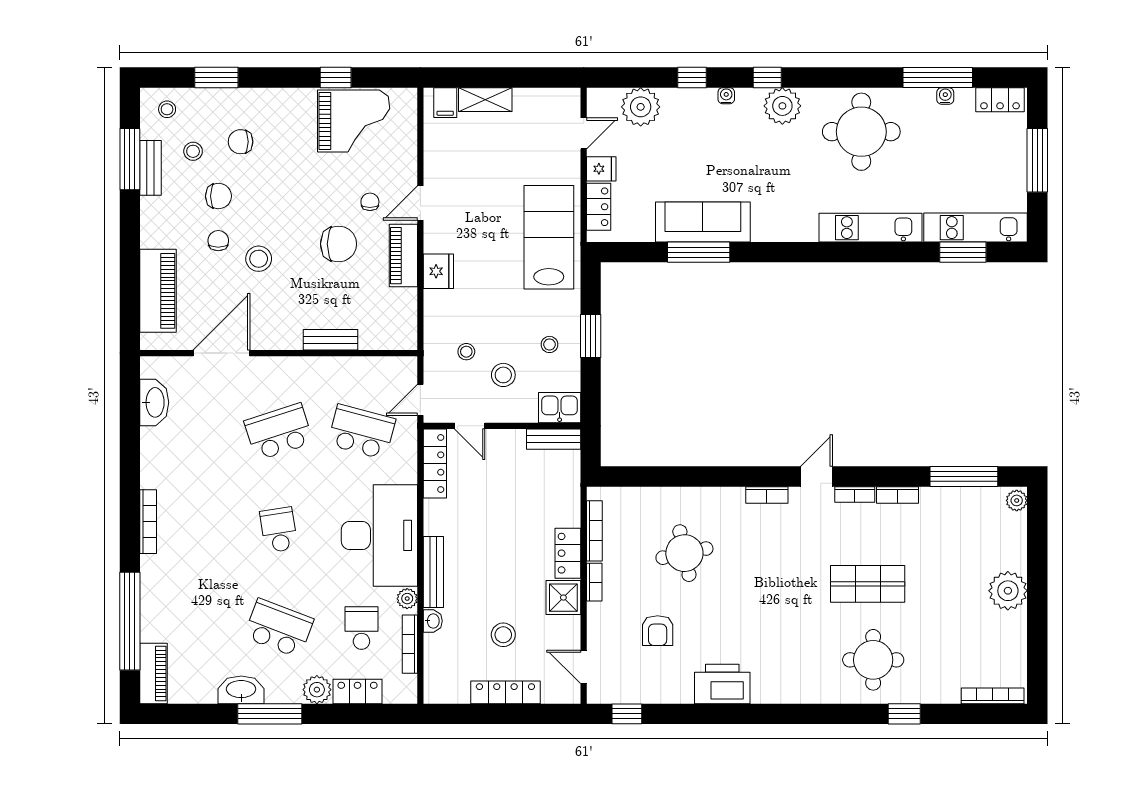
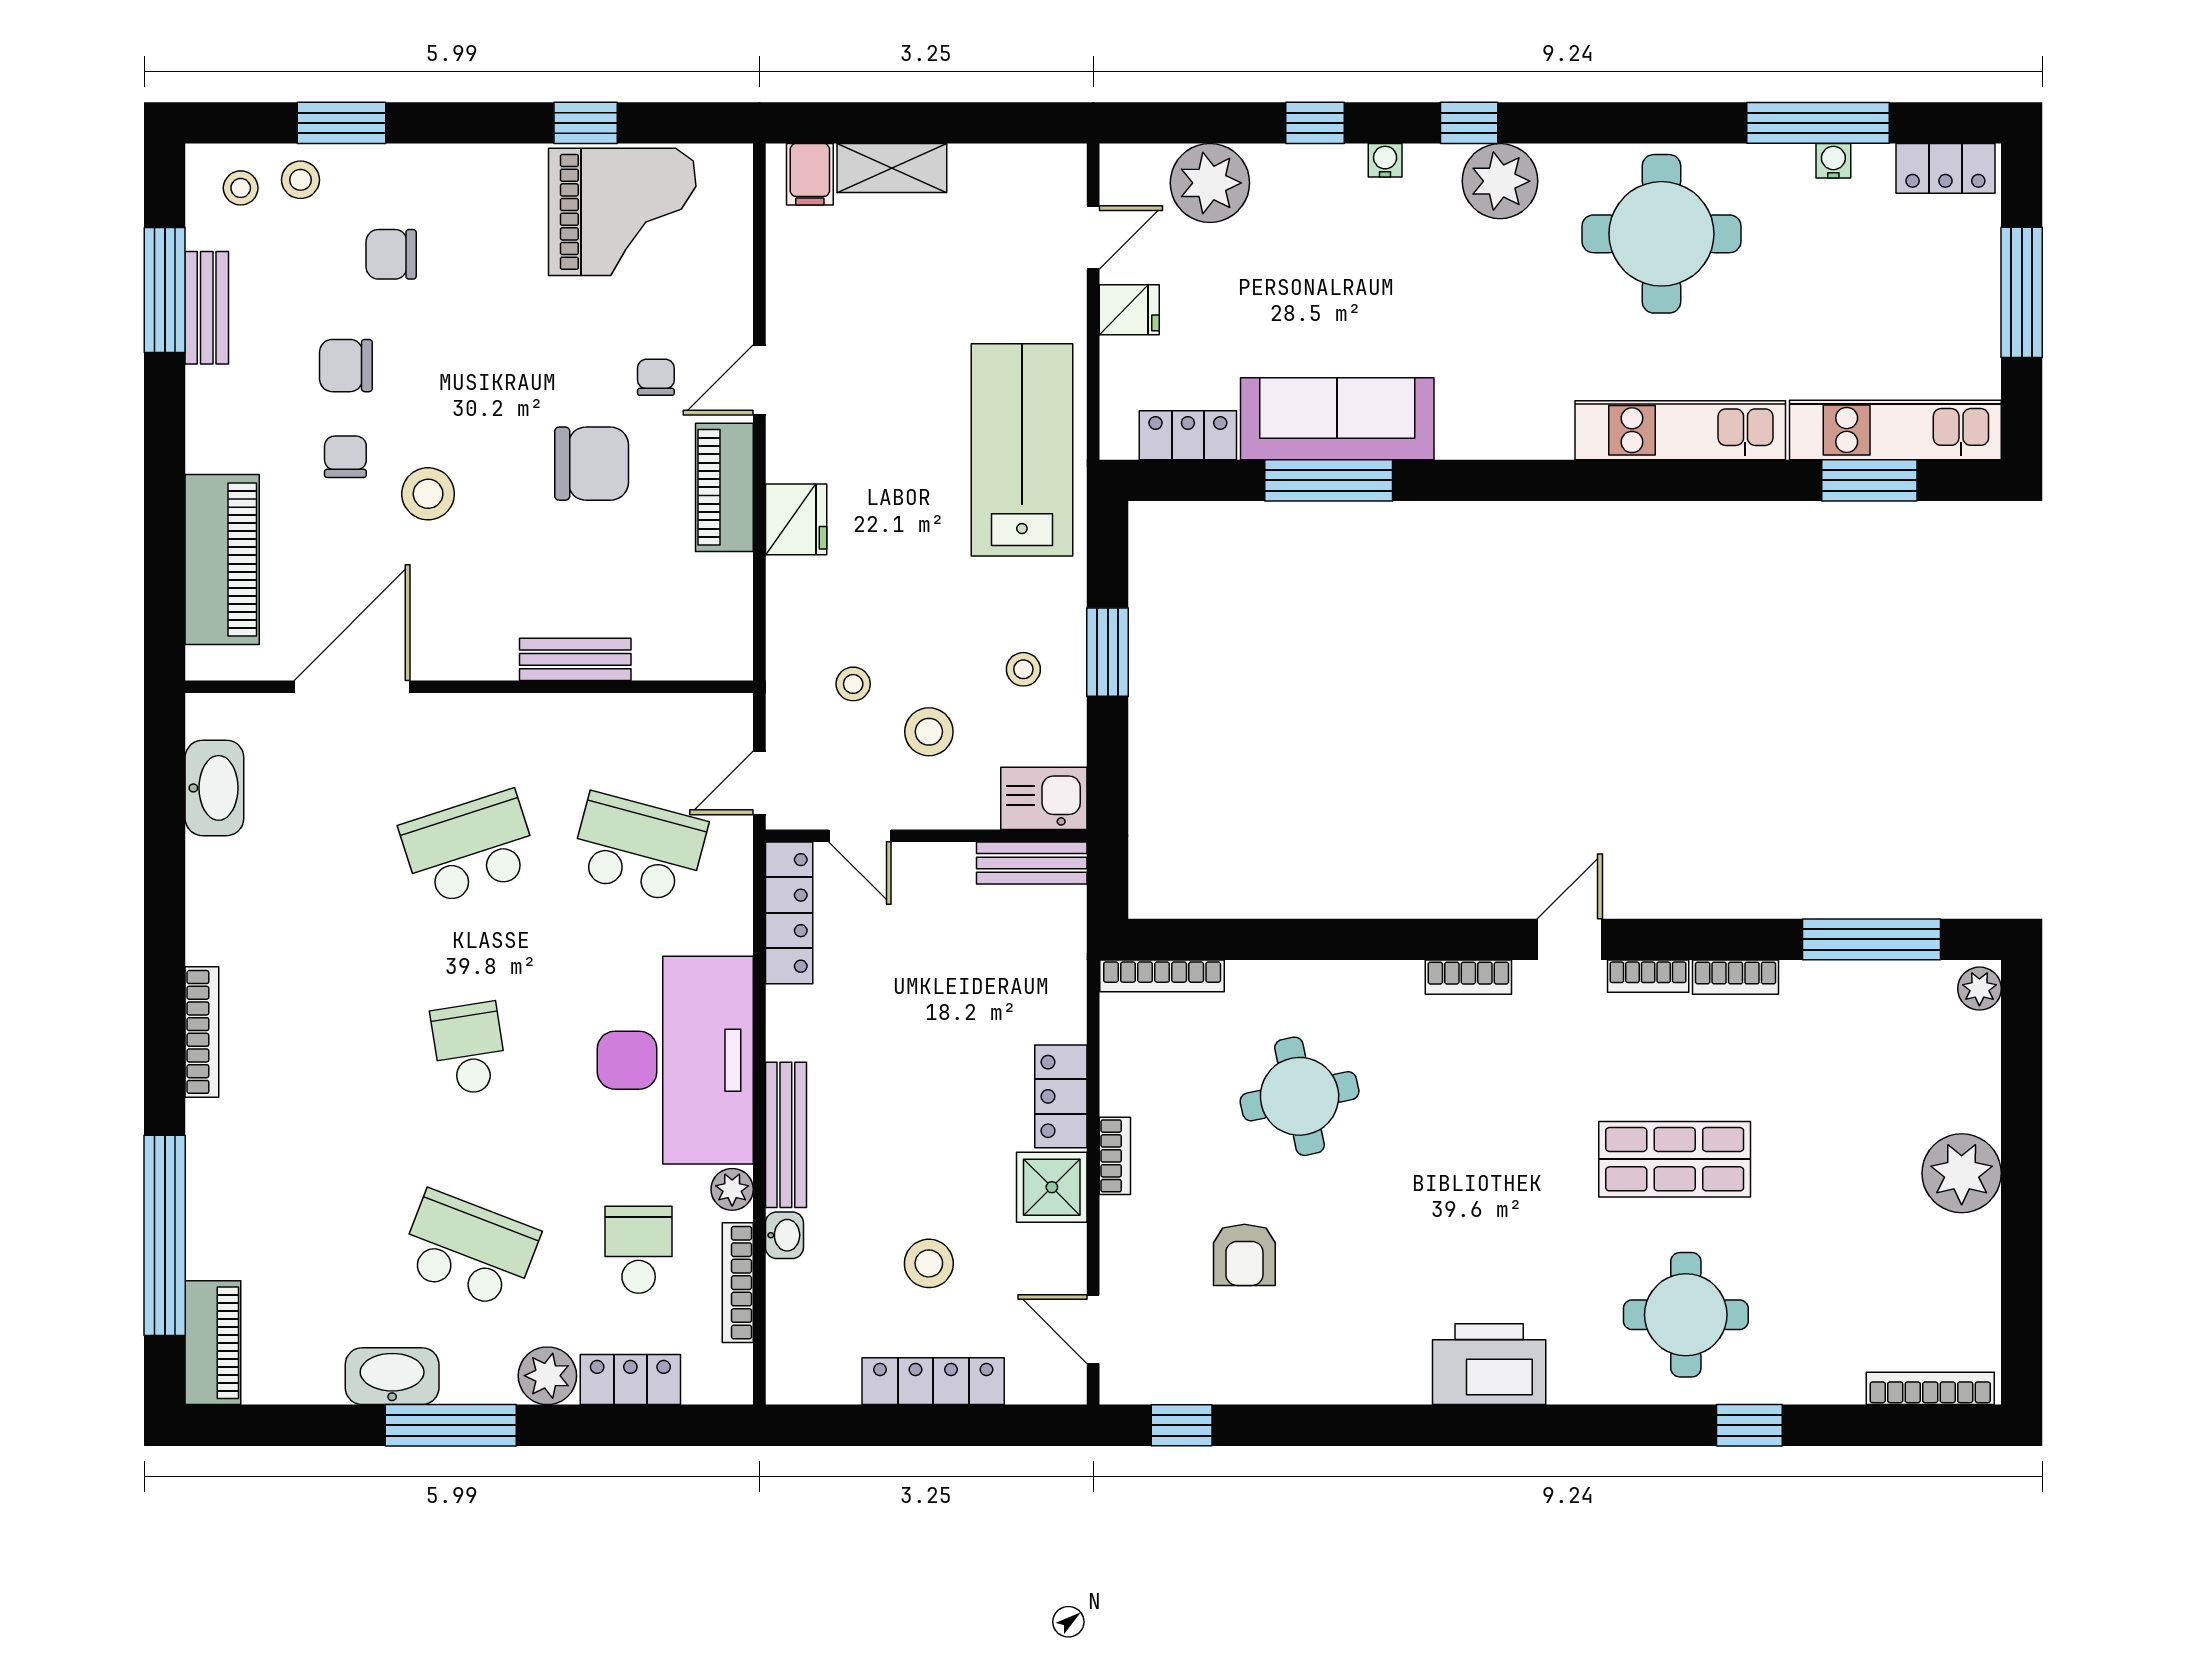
stool: (193, 151) -> (300, 180), moved
chair: (218, 196) -> (346, 366), turned 180
locker: (599, 207) -> (1188, 435), moved, turned -90
bookcase: (594, 531) -> (1162, 976), moved, turned 90
printer: (722, 684) -> (1489, 1364), moved

